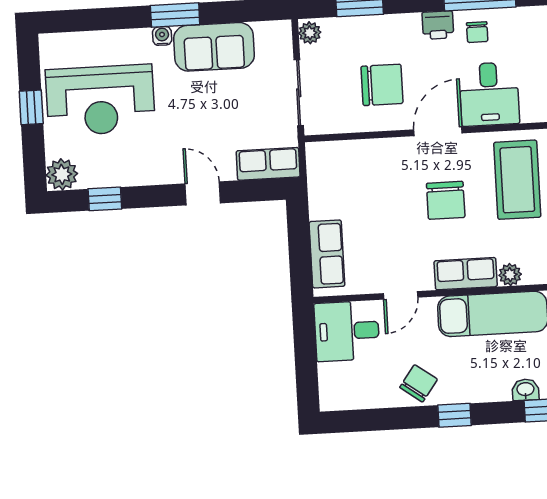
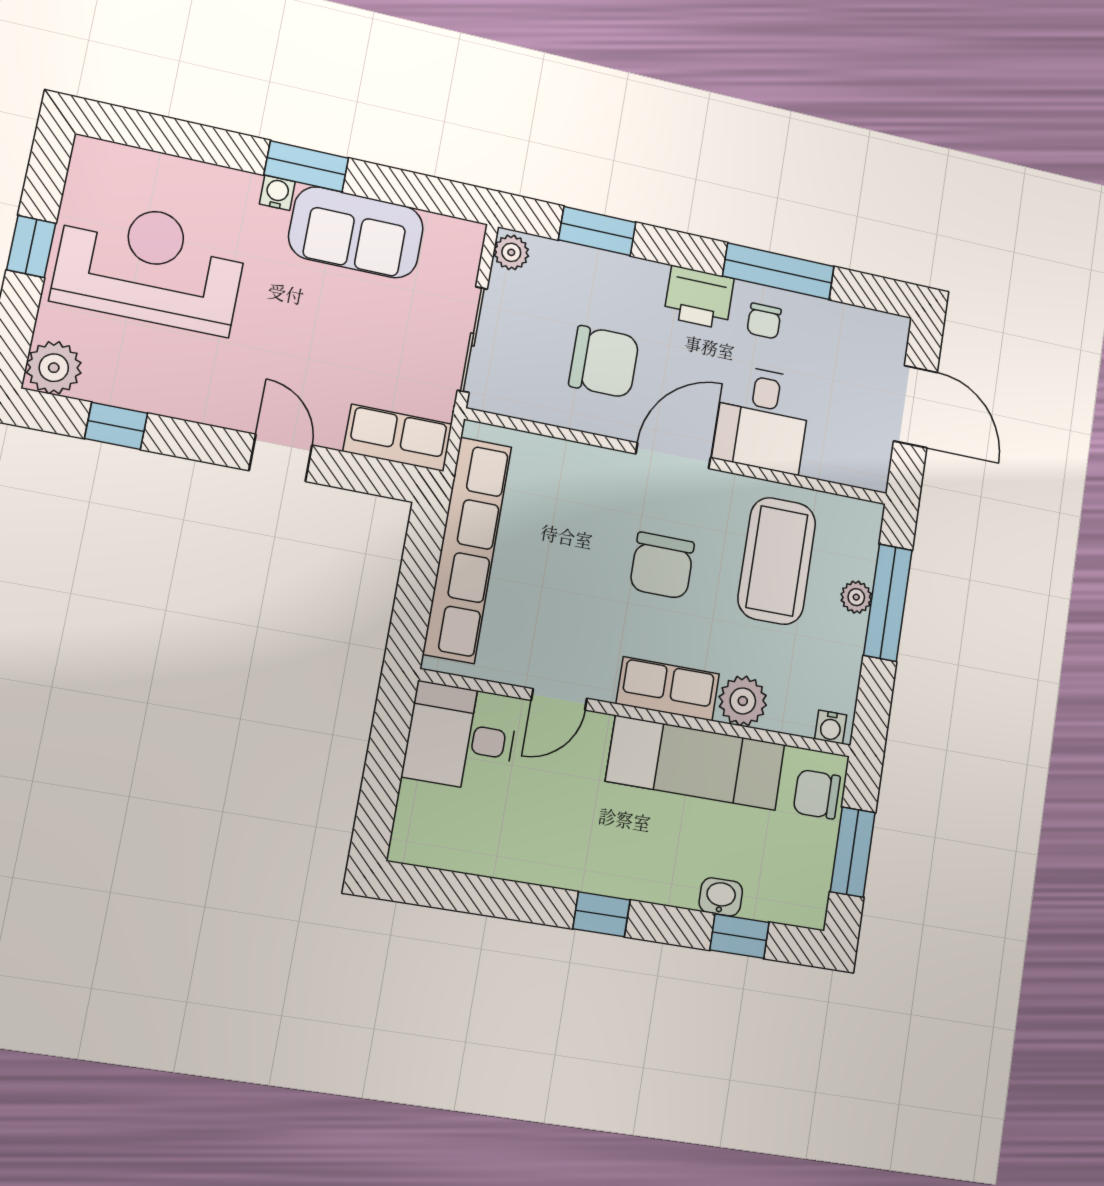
printer: (438, 25) -> (699, 298), width x1.36, depth x1.24
reception desk: (100, 100) -> (150, 266), turned 180
row of seats: (327, 254) -> (467, 550), width x2.02
plant: (510, 275) -> (743, 701), width x1.38, depth x1.38
chair: (419, 383) -> (556, 849), removed

